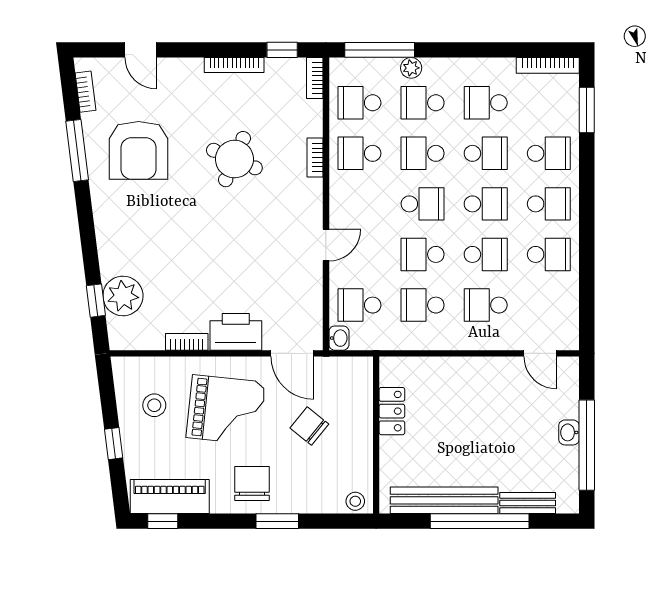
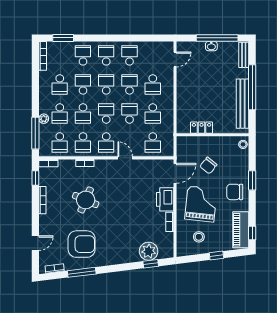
school desk: (359, 204) -> (106, 143), added
school desk: (423, 254) -> (129, 113), turned 180
washbasin: (339, 338) -> (168, 152), removed
bench: (528, 503) -> (244, 55), moved

